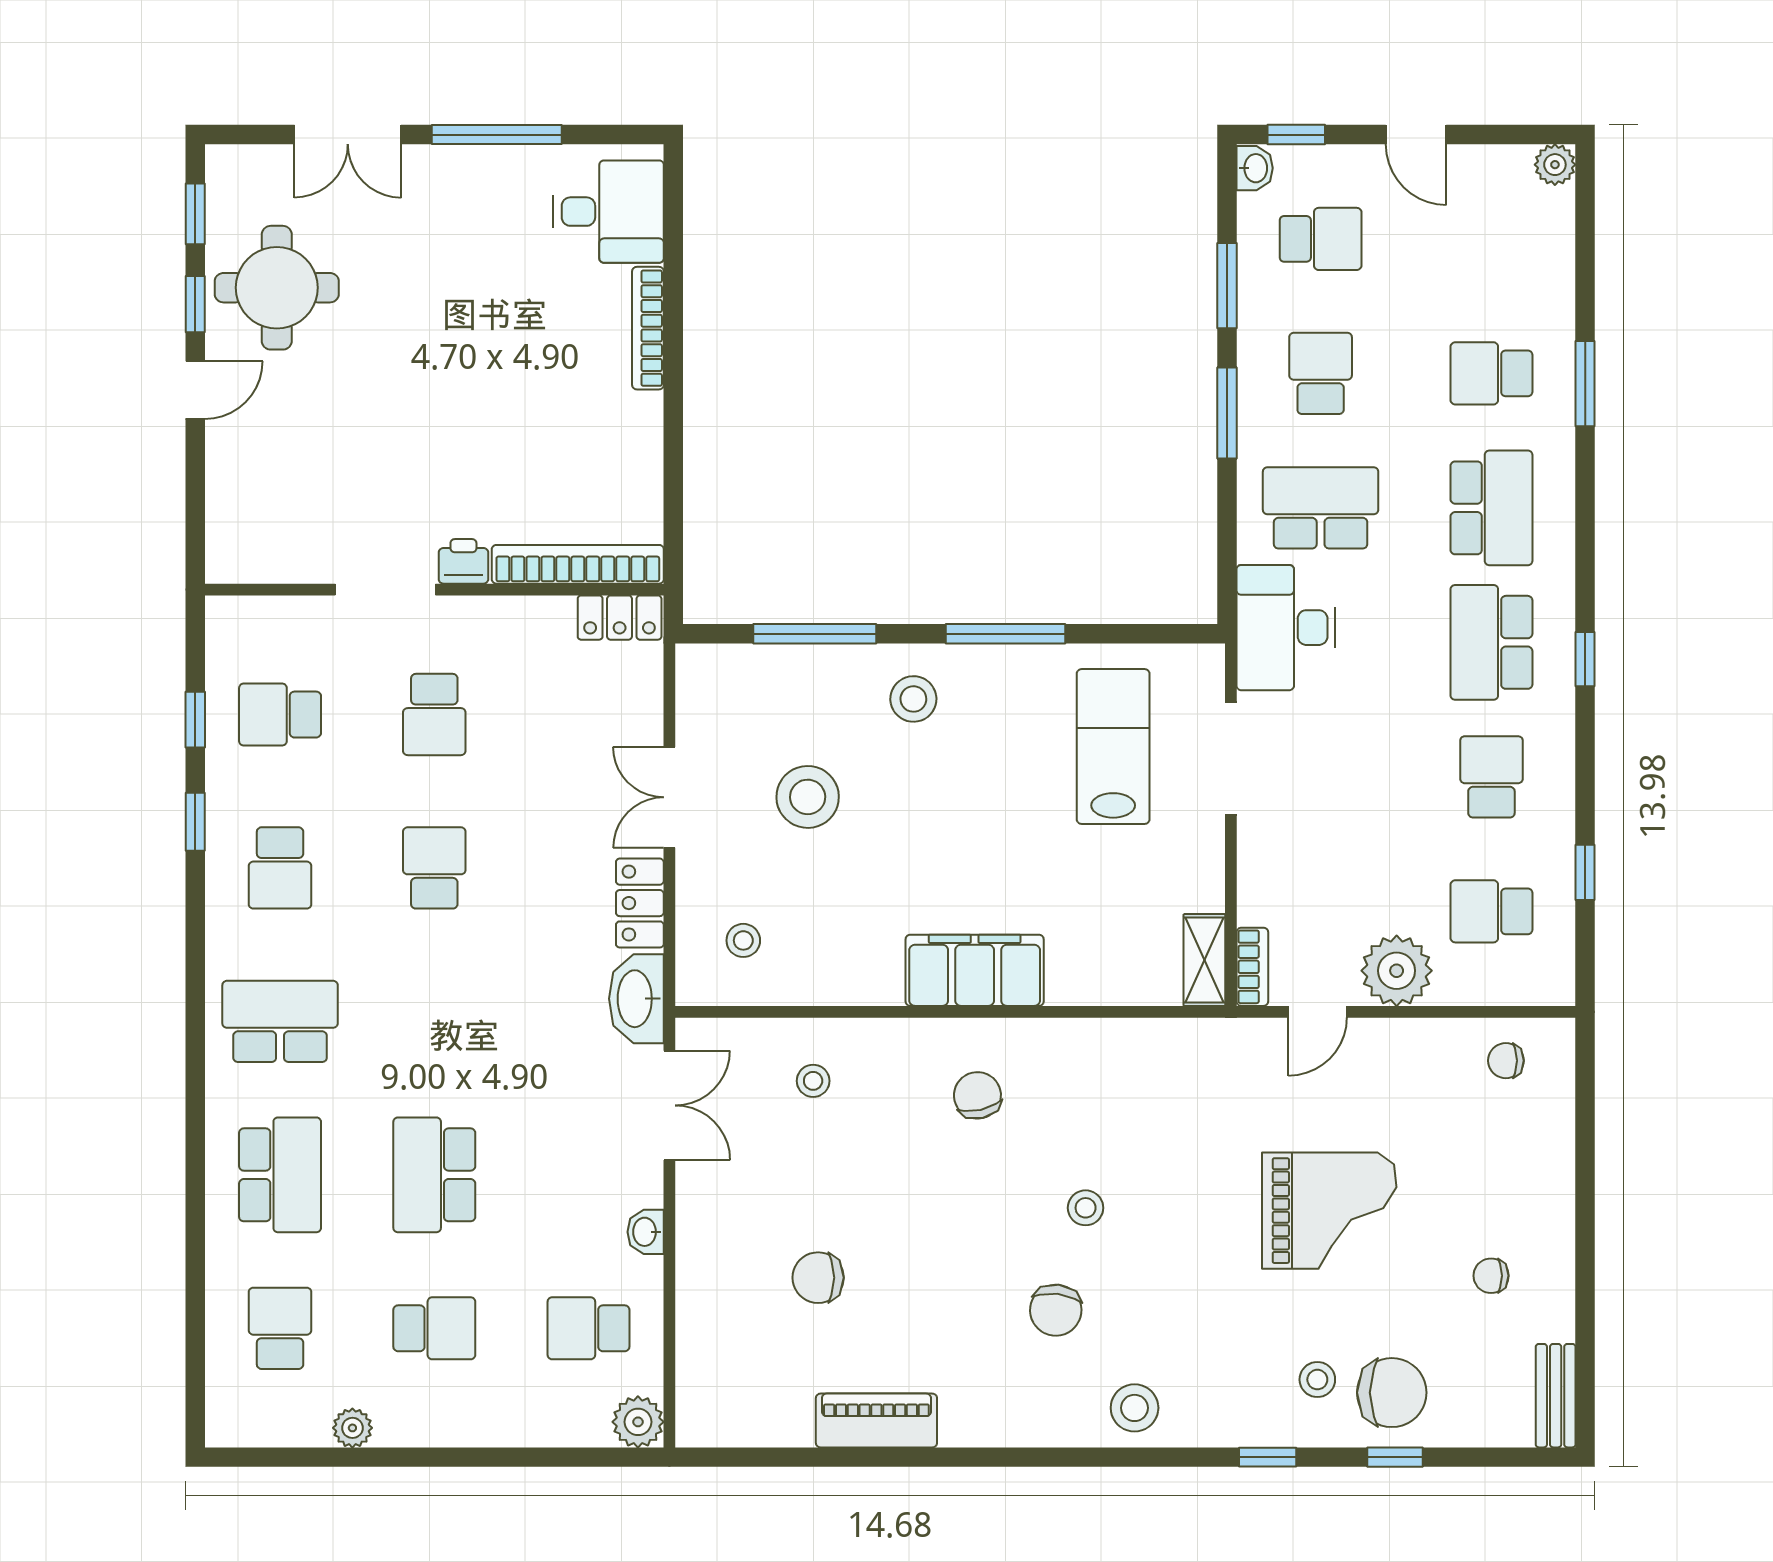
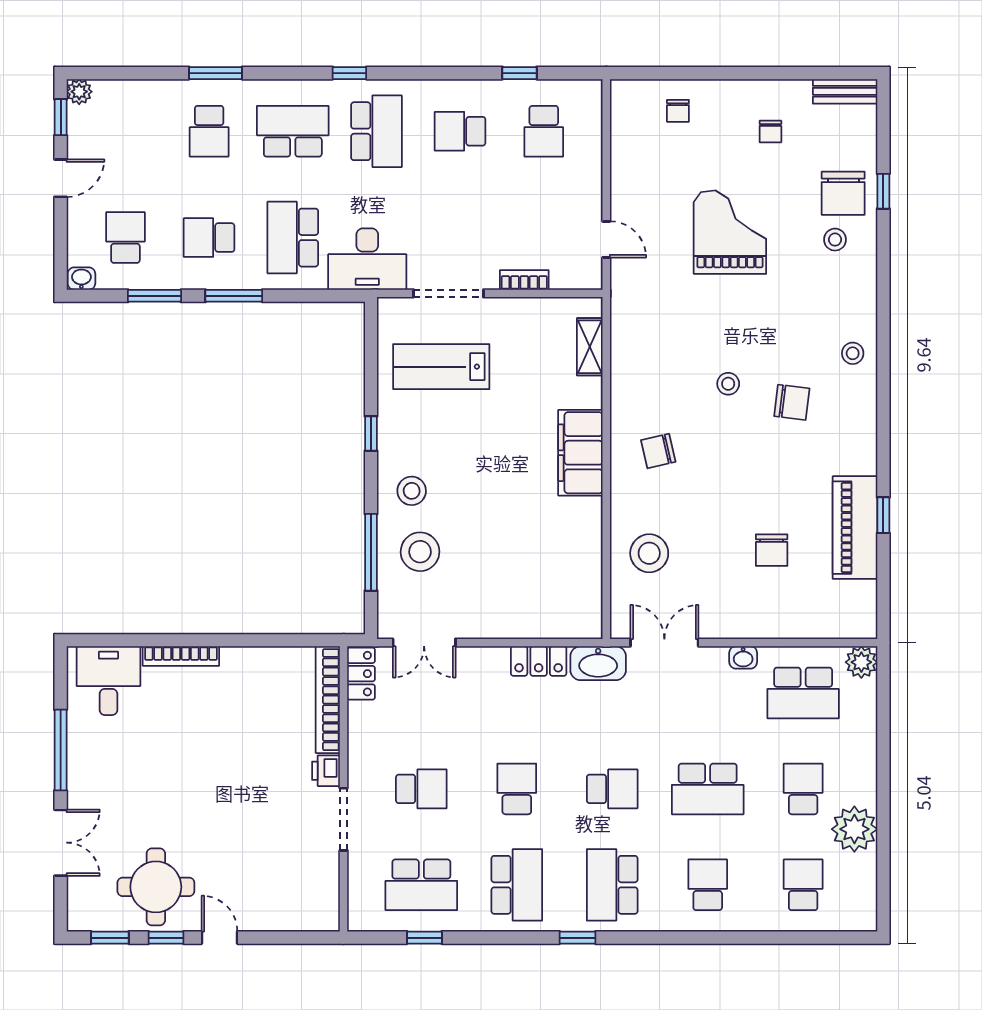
window: (1296, 135) -> (61, 117), moved
window: (1006, 634) -> (371, 433), width x0.46
school desk: (1491, 642) -> (376, 131), turned -90
window: (1585, 659) -> (349, 73), moved
school desk: (280, 715) -> (421, 885), width x1.85
double door: (669, 797) -> (424, 643), moved
stool: (808, 797) -> (420, 552), moved
window: (195, 822) -> (578, 938), moved
school desk: (280, 868) -> (517, 885), width x1.85
school desk: (434, 868) -> (517, 789), turned 90
stool: (743, 940) -> (562, 597), removed
shelving: (1204, 960) -> (590, 347), moved, turned 90
bookcase: (1252, 967) -> (524, 280), moved
plant: (1397, 971) -> (581, 190), removed
school desk: (434, 1021) -> (612, 789), added
chair: (1506, 1061) -> (678, 111), moved
stool: (813, 1081) -> (649, 553), width x1.89, depth x1.89
school desk: (280, 1175) -> (708, 885), width x0.54
school desk: (280, 1328) -> (803, 885), turned 90
school desk: (589, 1328) -> (803, 693), width x1.85
chair: (1392, 1393) -> (843, 193), turned 180
stool: (1135, 1408) -> (853, 353), width x0.73, depth x0.73
piano: (876, 1420) -> (855, 528), width x1.37, depth x1.33
plant: (352, 1428) -> (854, 829), width x1.87, depth x1.87
window: (1268, 1457) -> (883, 515), moved

